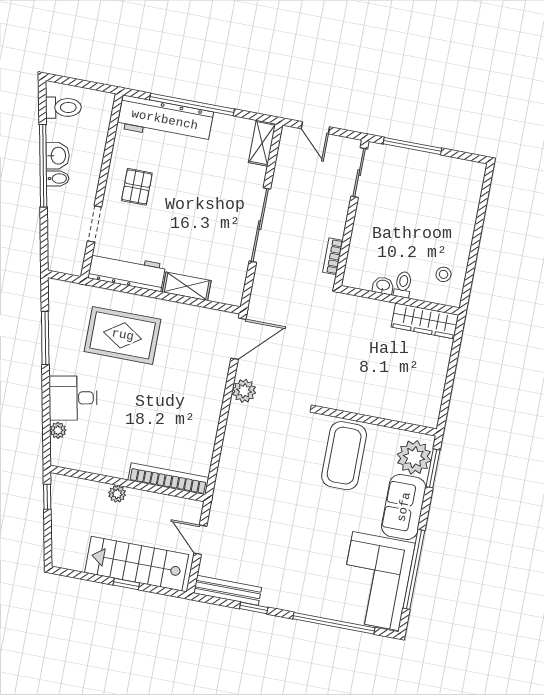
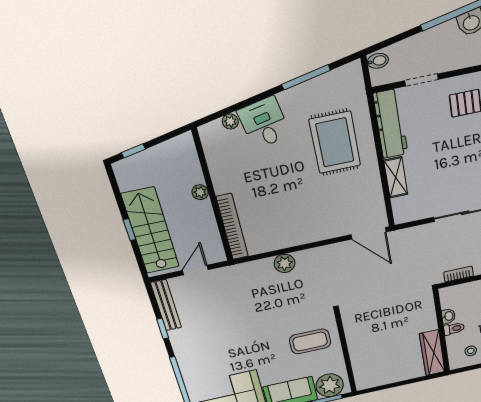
bidet: (58, 178) -> (378, 61), moved, turned -79
plant: (244, 391) -> (285, 263), moved
coffee table: (344, 456) -> (310, 341), width x0.73, depth x0.76
window: (47, 497) -> (133, 151), moved

